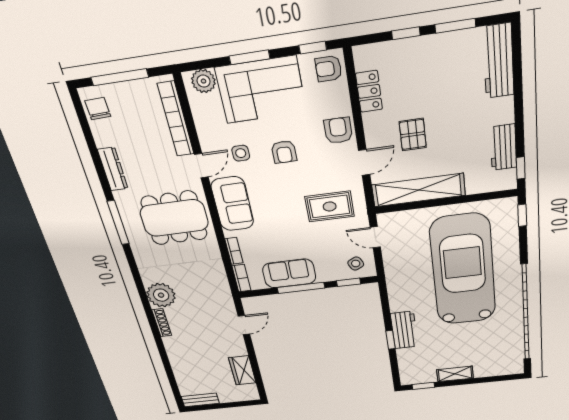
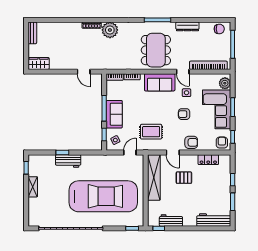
rug: (330, 206) -> (151, 132), turned 90
sofa: (289, 273) -> (114, 114), moved
wardrobe: (242, 370) -> (39, 63), moved

